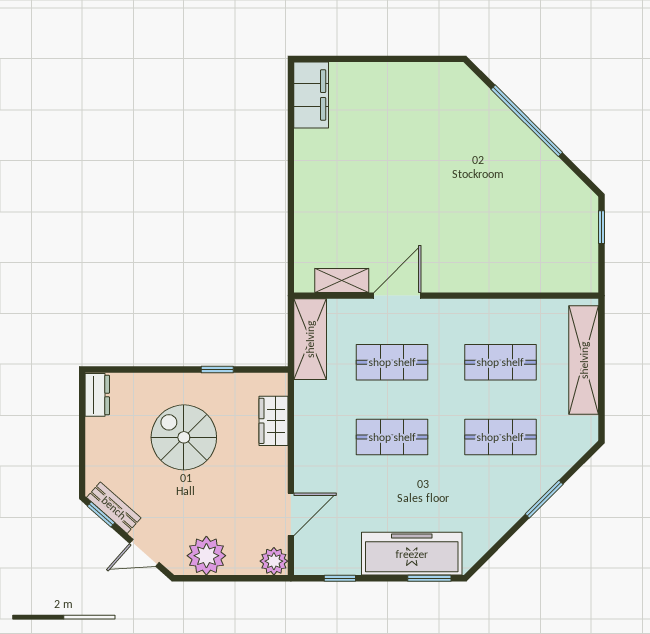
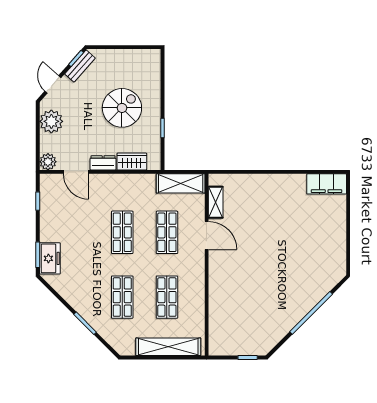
dresser: (97, 395) -> (103, 163), moved, turned 180
freezer: (412, 554) -> (50, 258), width x0.52, depth x0.79

